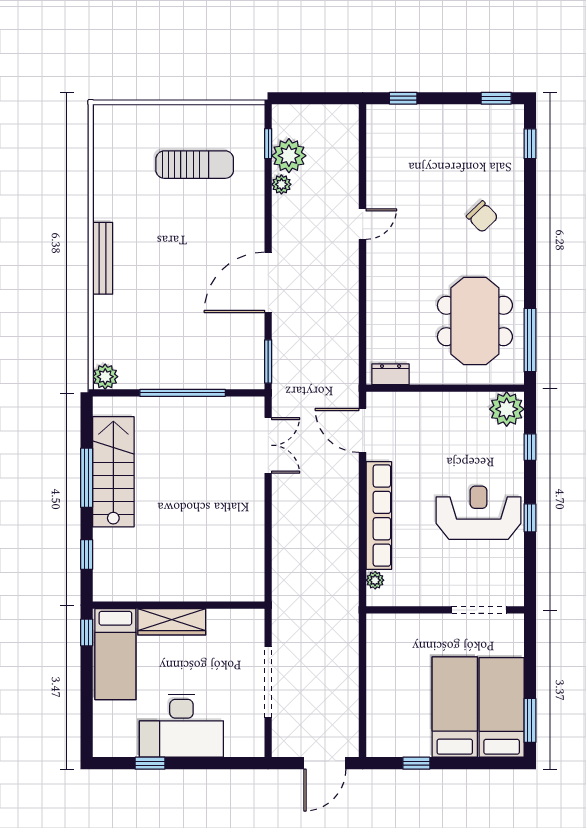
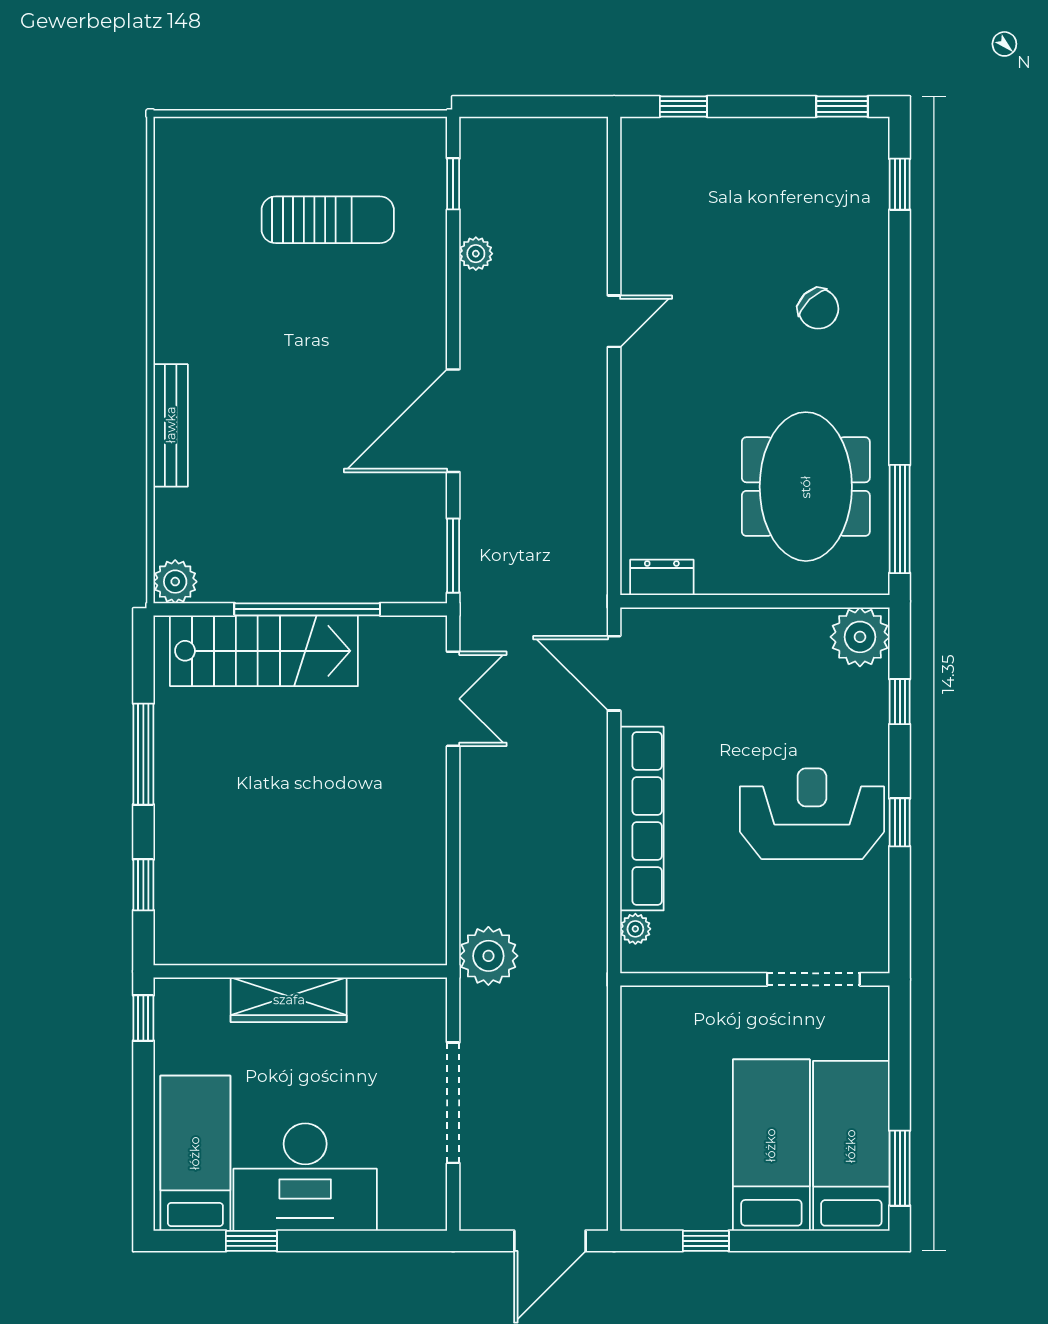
plant: (289, 156) -> (488, 956), moved
bench: (103, 258) -> (171, 425), moved
stairs: (113, 472) -> (264, 651), moved, turned 90
bed: (115, 654) -> (195, 1153), moved, turned 180

